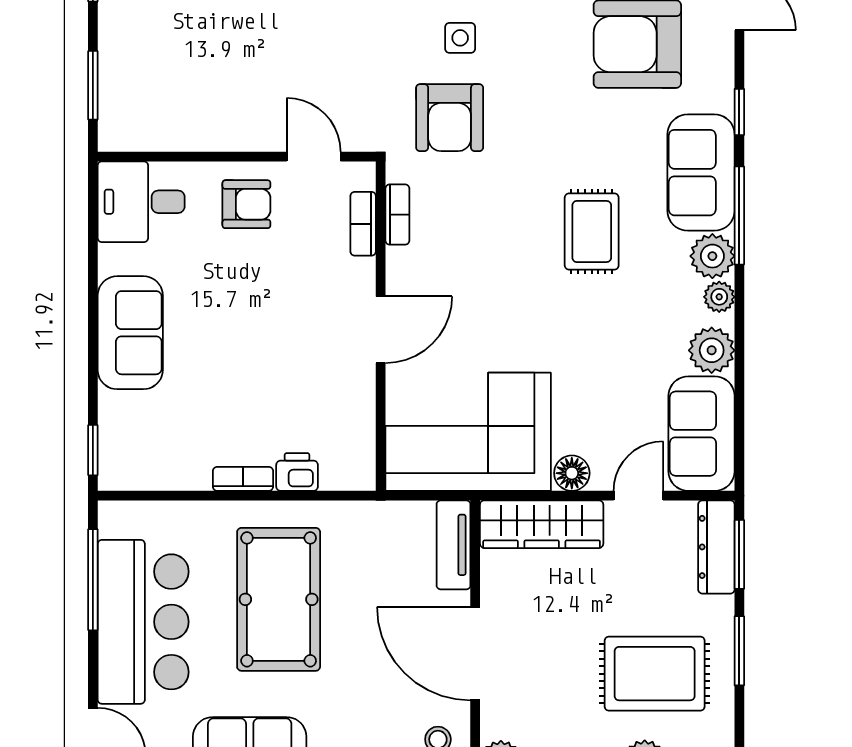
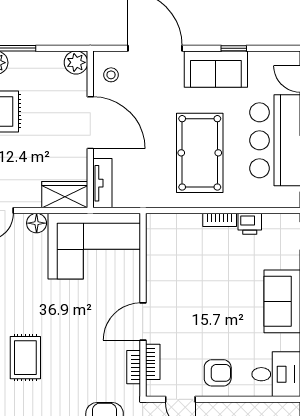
armchair: (246, 204) -> (218, 373), turned 180
door: (381, 330) -> (143, 322), moved
printer: (297, 472) -> (250, 224), moved
wardrobe: (542, 524) -> (65, 195), width x0.67

